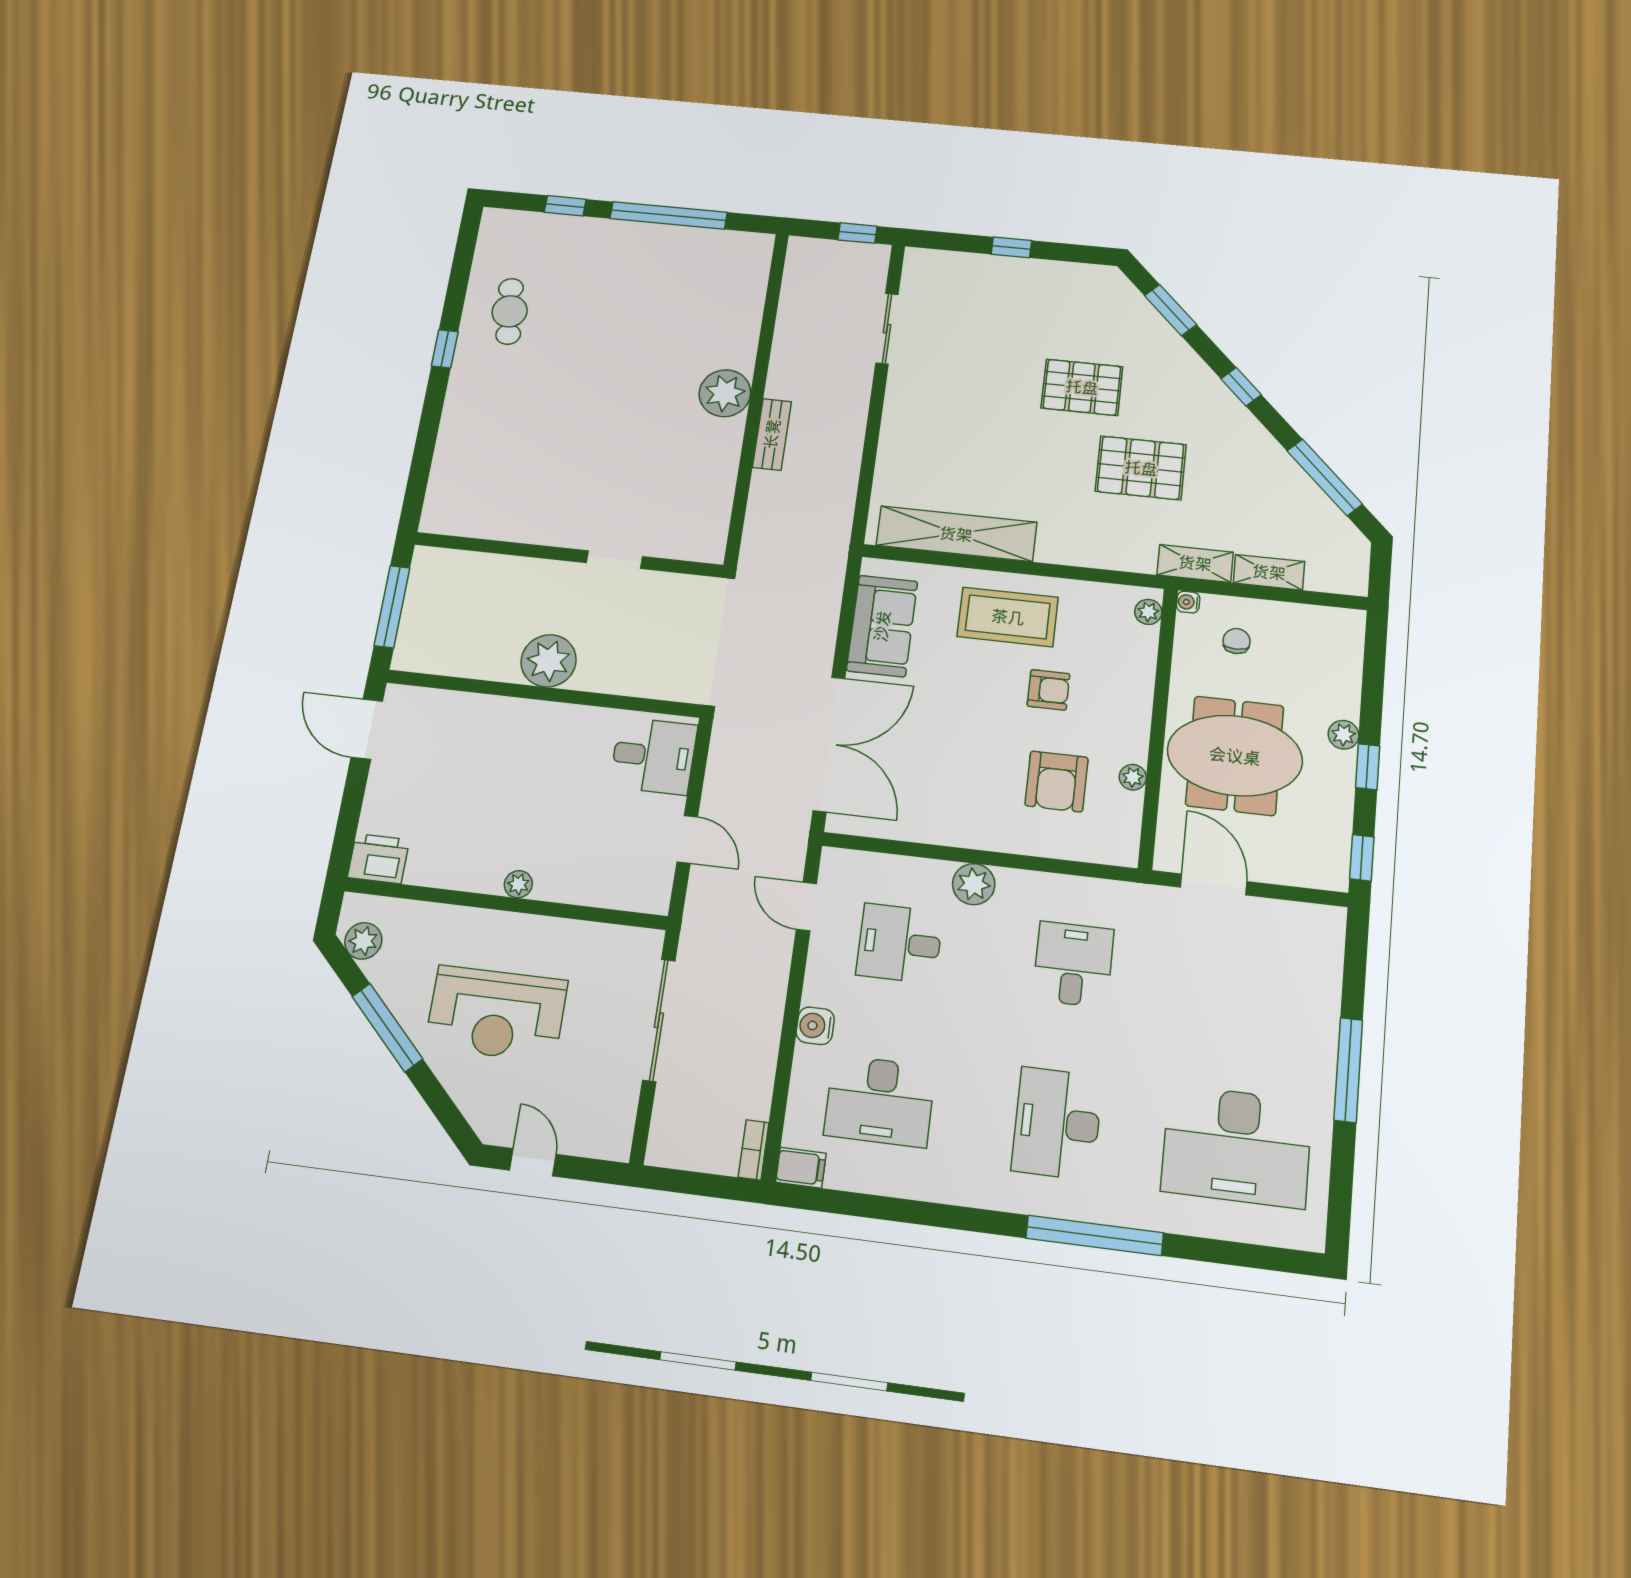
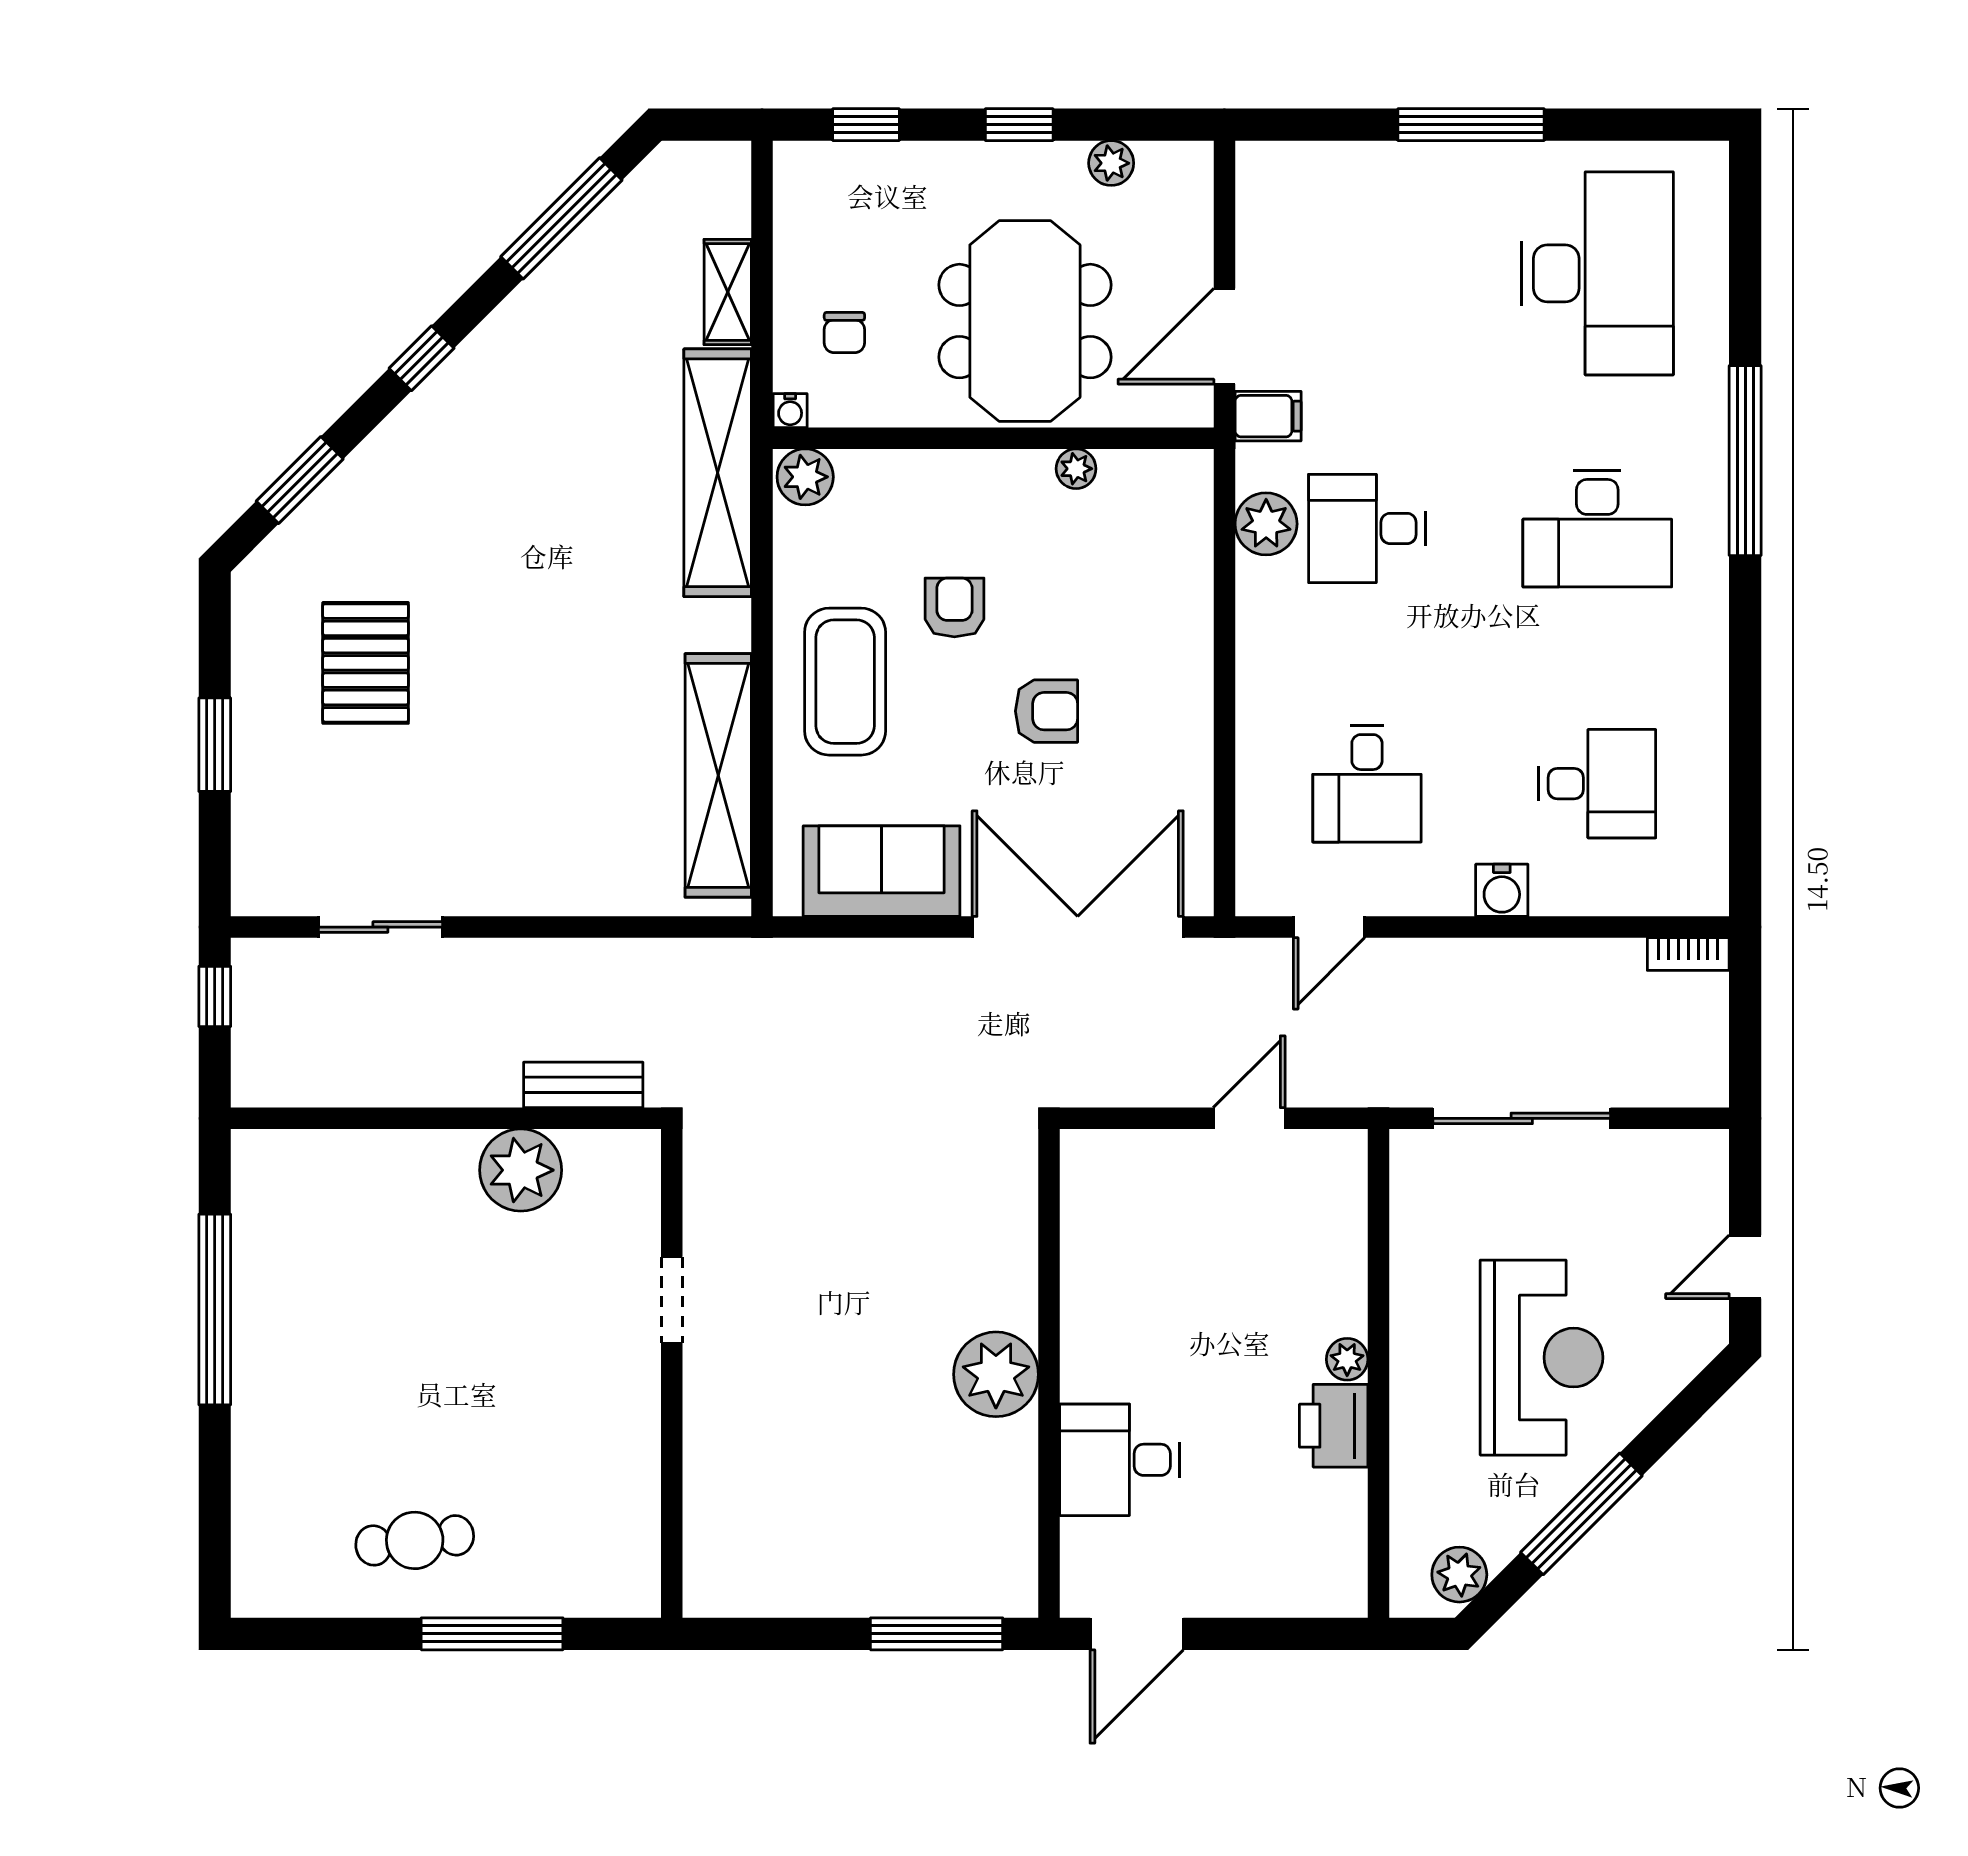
window: (565, 206) -> (215, 1483), removed
window: (1011, 247) -> (215, 745), width x1.50
window: (445, 349) -> (492, 1634), width x2.17
pallet: (1082, 387) -> (366, 663), moved
pallet: (1141, 468) -> (577, 502), removed
wall: (568, 555) -> (672, 1373), moved
doorway: (614, 560) -> (672, 1300), moved
shelving: (1195, 563) -> (718, 473), width x2.20, depth x1.33
plant: (1148, 612) -> (805, 477), width x1.38, depth x1.38
chair: (1237, 641) -> (844, 333), turned -90
plant: (1344, 735) -> (1111, 163), moved
desk: (654, 756) -> (1120, 1460), moved, turned -90
armchair: (1057, 781) -> (1046, 711), moved, width x0.72, depth x0.72
window: (1362, 858) -> (866, 125), moved
printer: (378, 859) -> (1334, 1426), moved
plant: (974, 884) -> (1266, 524), moved
desk: (880, 1101) -> (1597, 784), width x0.73
filing cabinet: (801, 1168) -> (1268, 416), moved, turned 90

